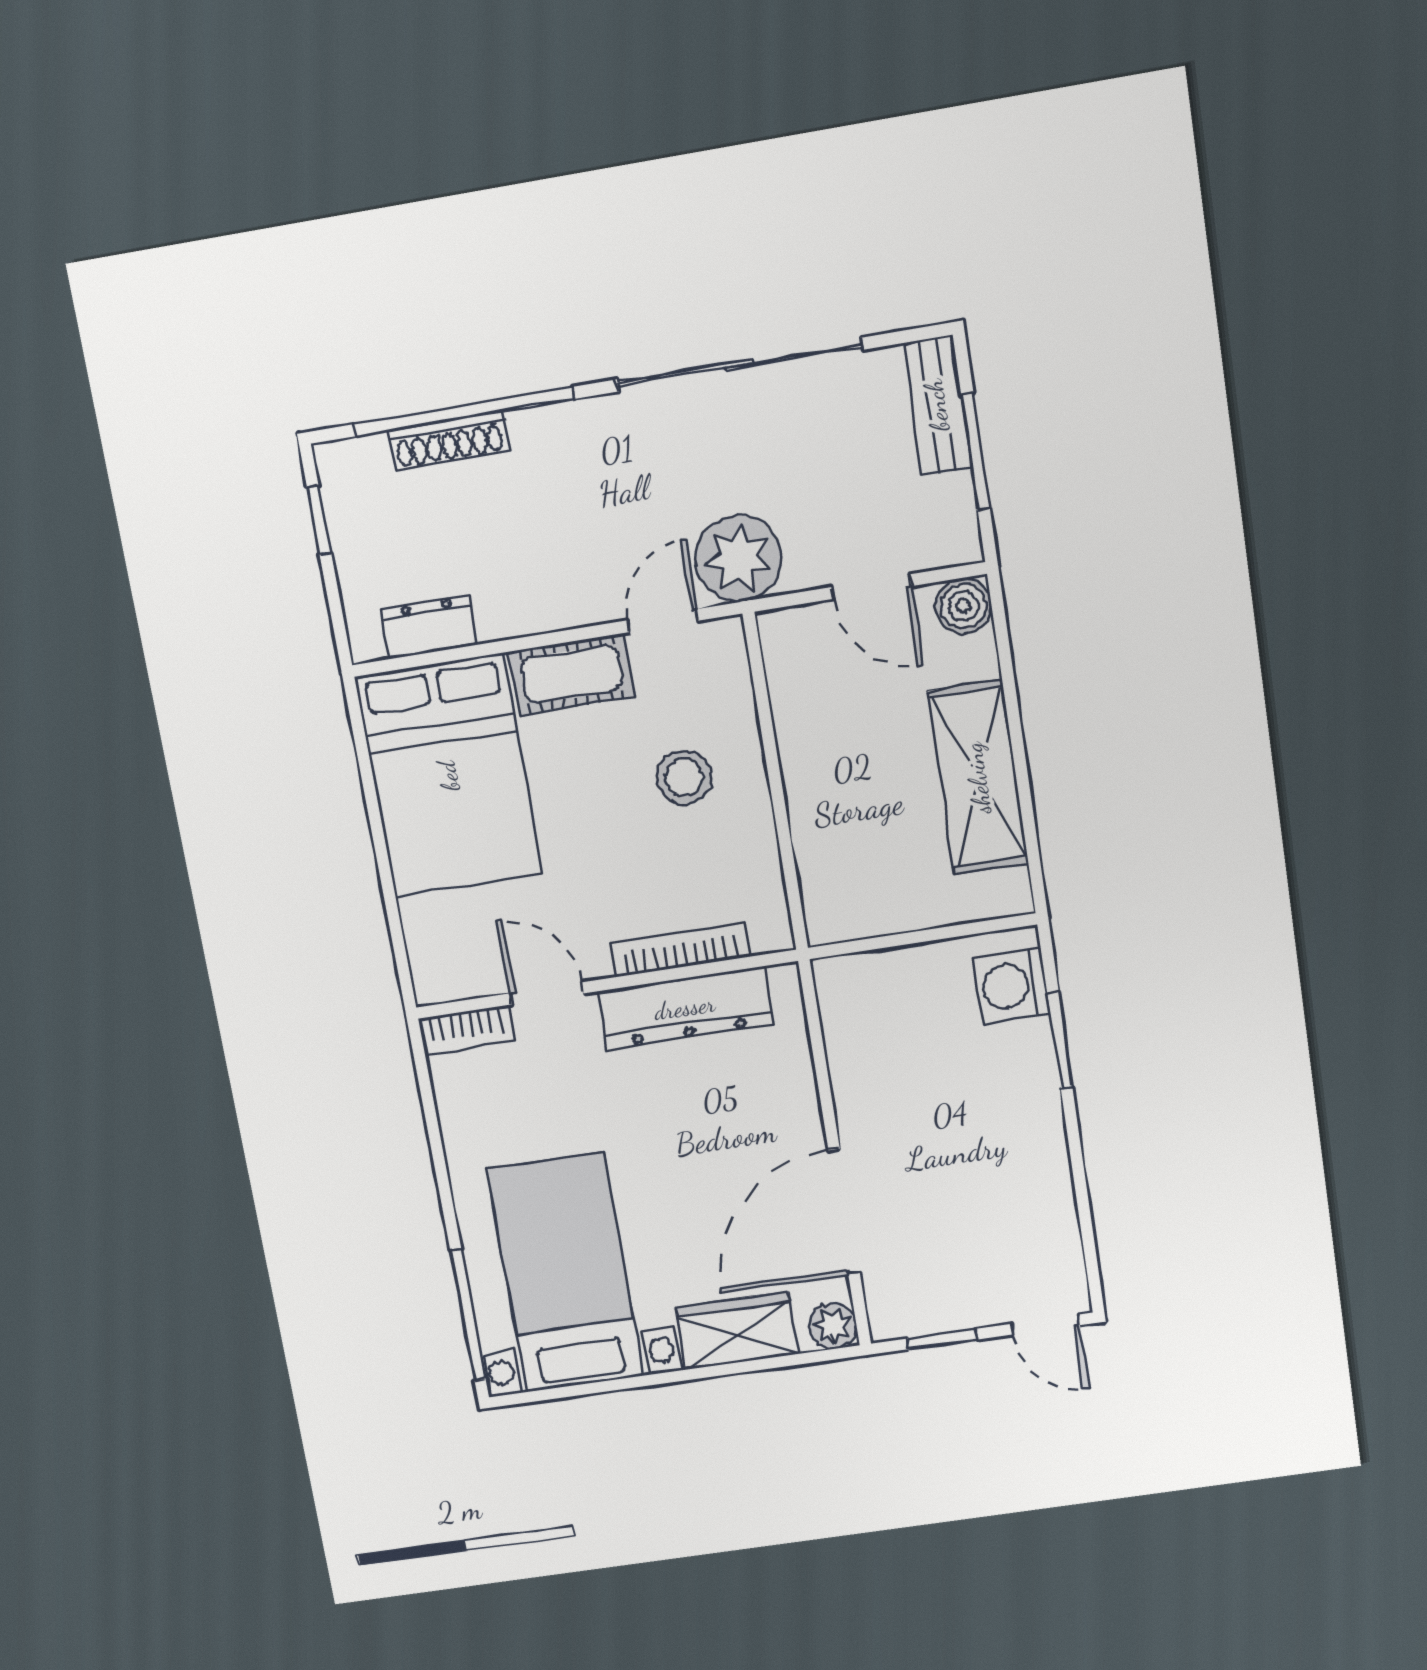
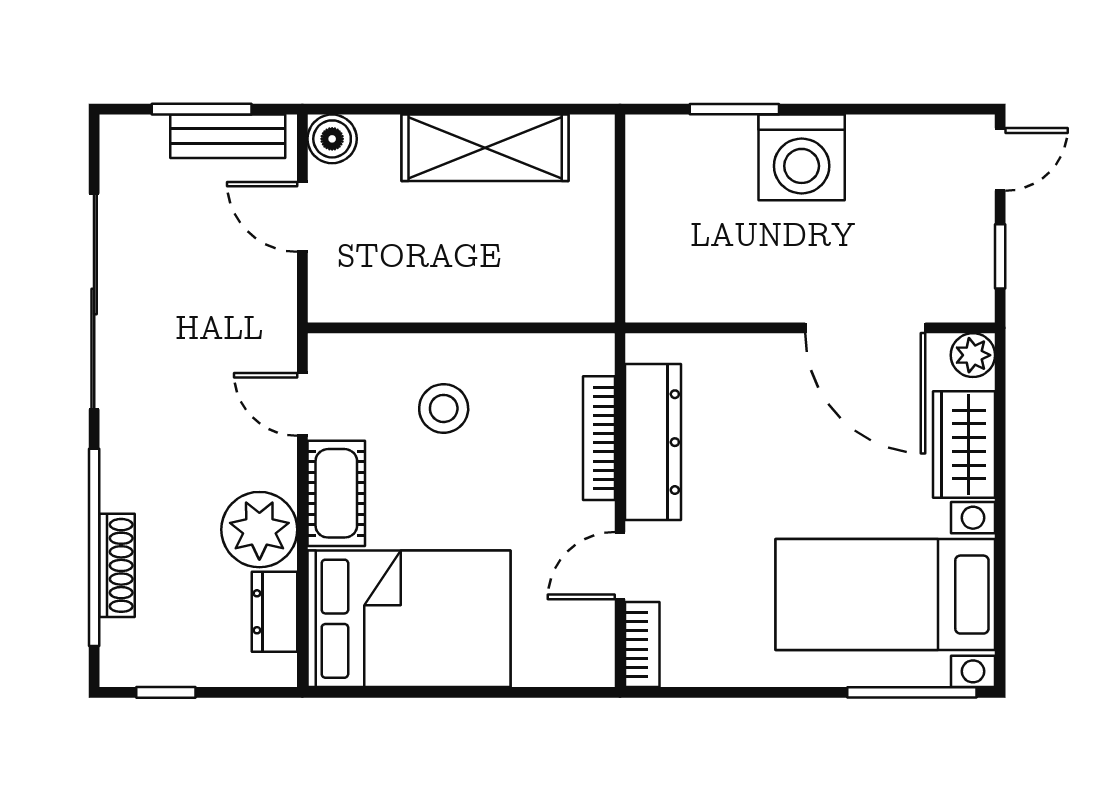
bench: (937, 405) -> (228, 136), moved
plant: (738, 559) -> (259, 530), moved
door: (871, 587) -> (302, 217), swing flipped
washing machine: (1011, 986) -> (802, 157), moved, width x1.37, depth x1.37

